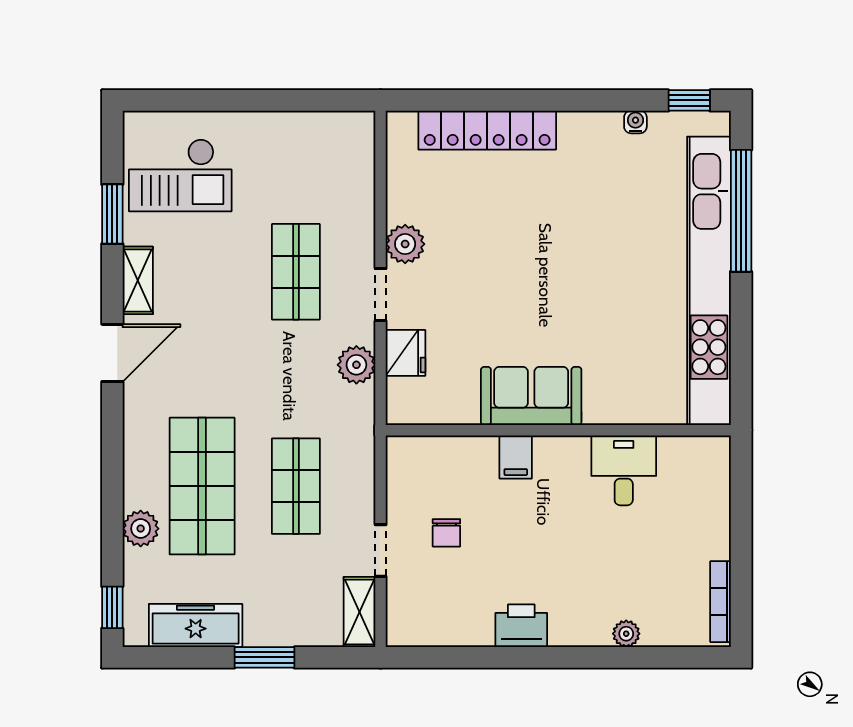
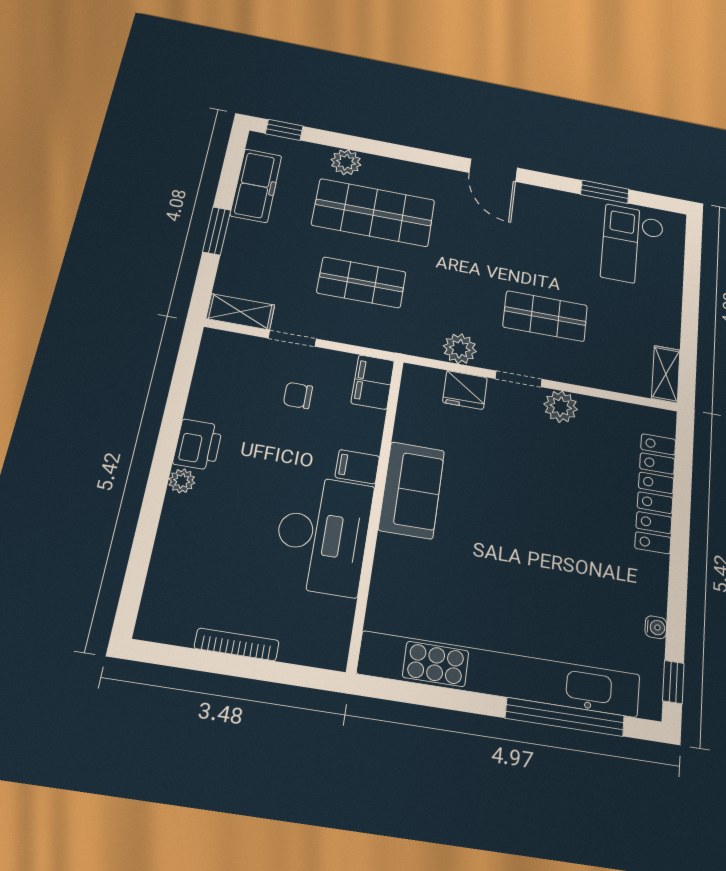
shelving: (138, 280) -> (666, 374), moved, turned 90
filing cabinet: (415, 455) -> (373, 382), added
desk: (624, 470) -> (323, 535), width x1.87, depth x1.30
bookcase: (720, 602) -> (237, 644), moved
plant: (626, 634) -> (182, 481), moved

